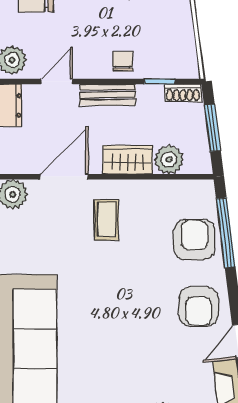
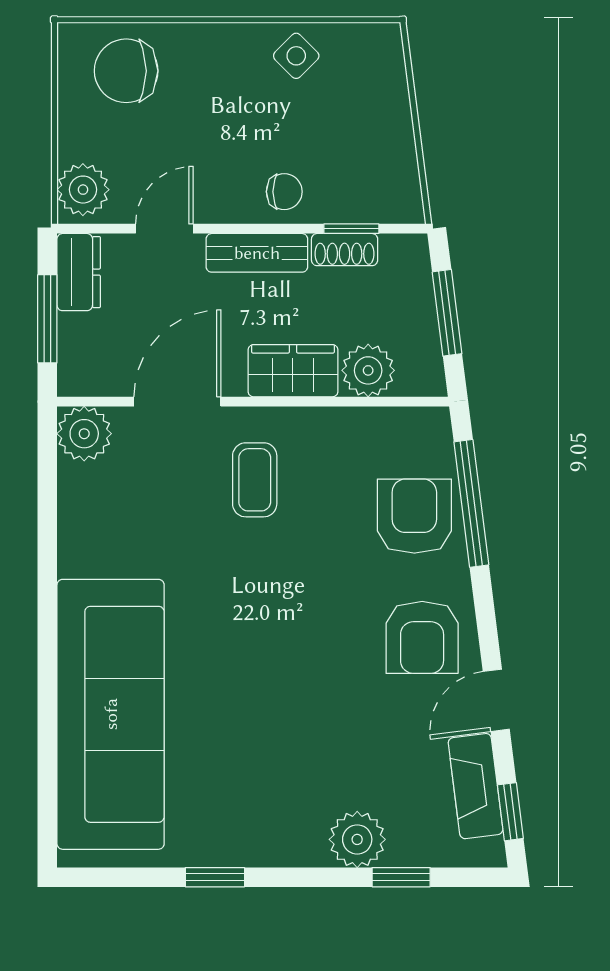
chair: (123, 61) -> (284, 192), turned 90
shoe rack: (183, 93) -> (345, 250), moved

